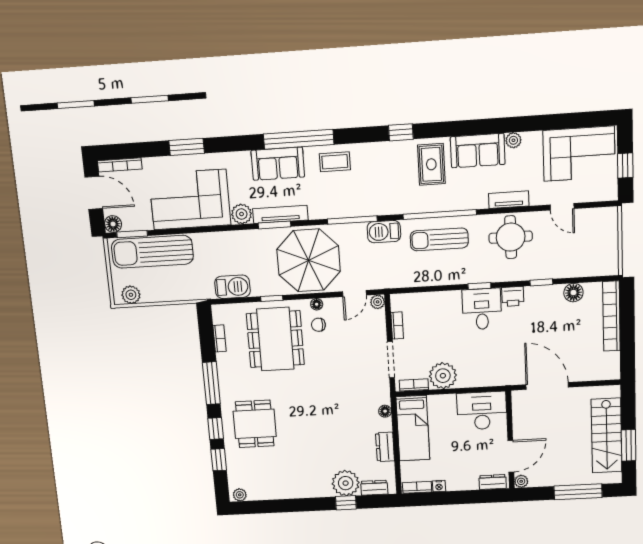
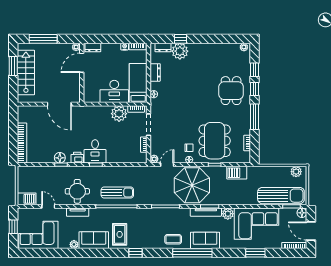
barbecue: (384, 232) -> (27, 199), moved
floor lamp: (573, 293) -> (60, 158), moved
desk: (482, 411) -> (114, 91), moved

